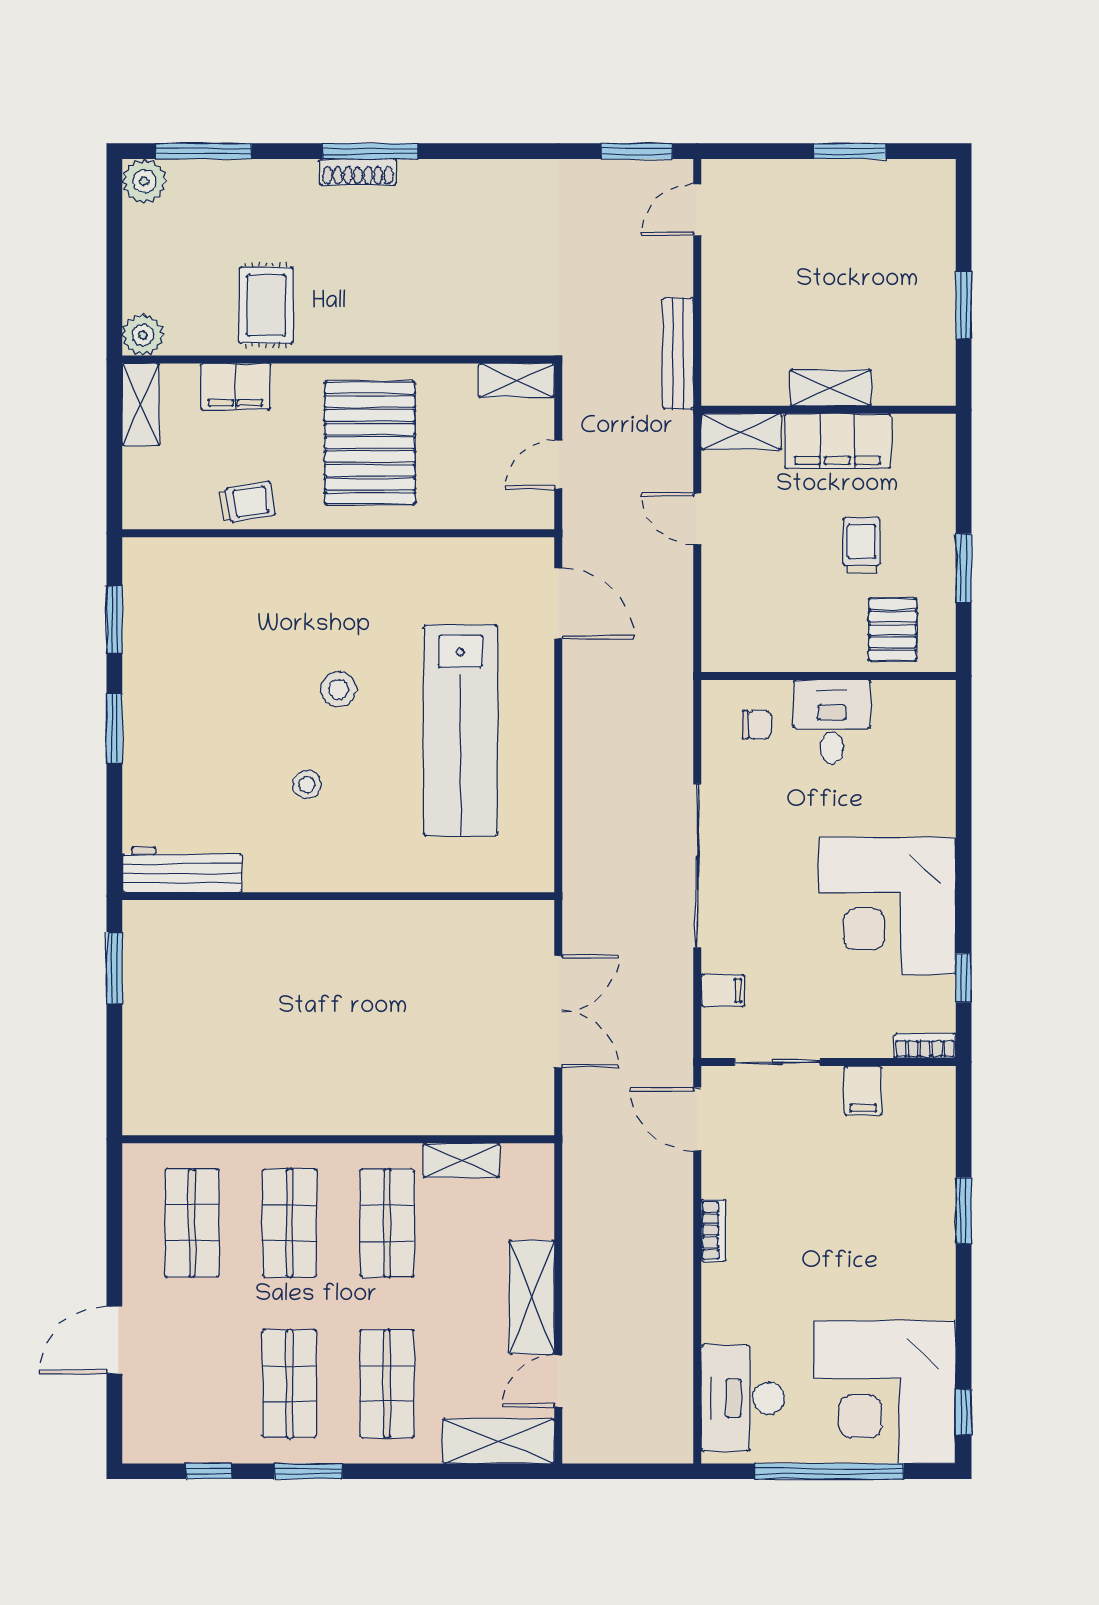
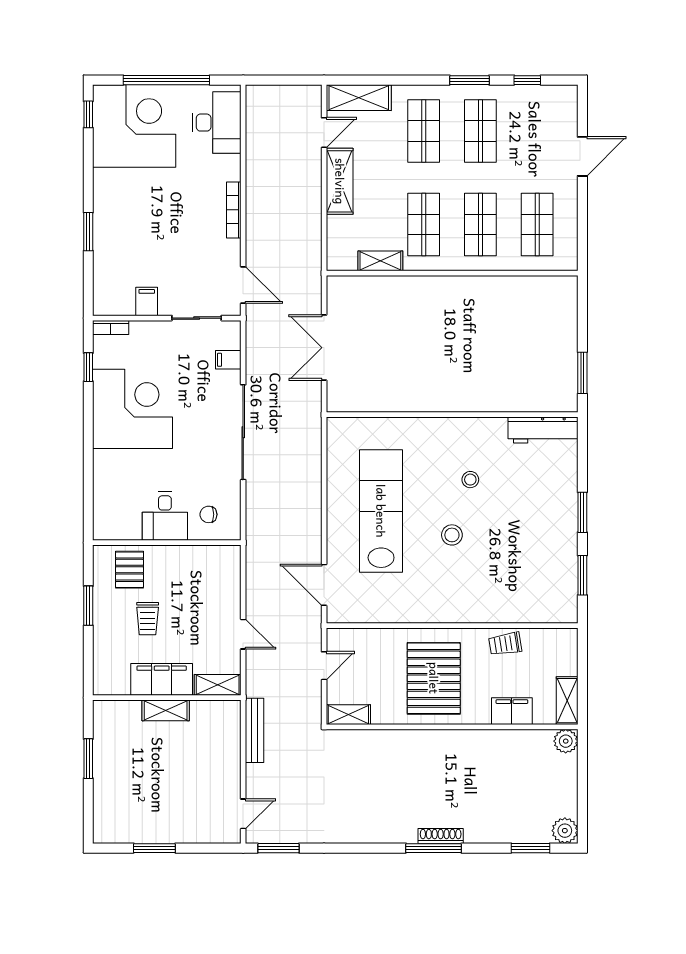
window: (203, 151) -> (531, 848), width x0.69
rug: (266, 305) -> (494, 758), removed
bookcase: (713, 1231) -> (234, 210), width x1.56

